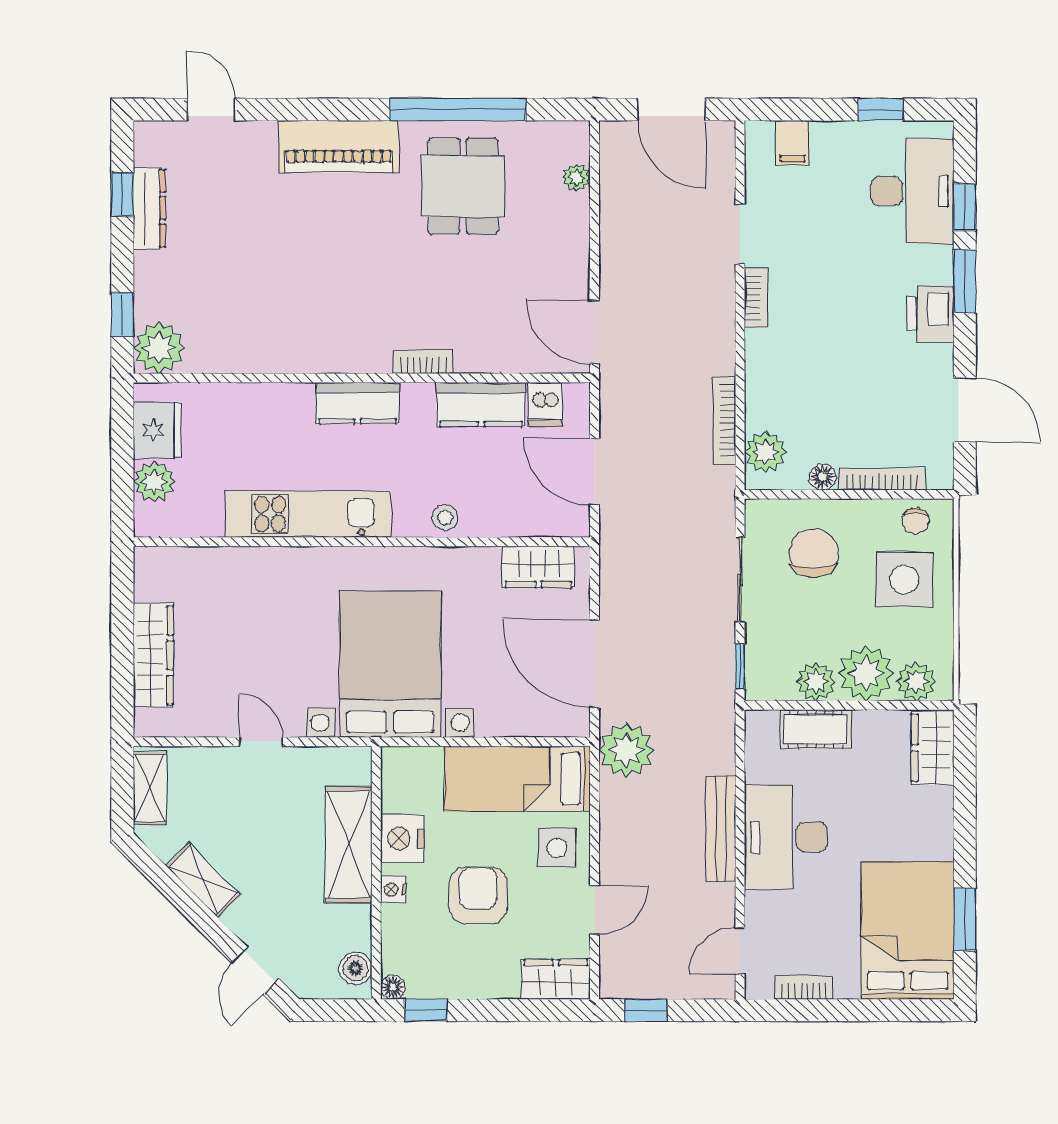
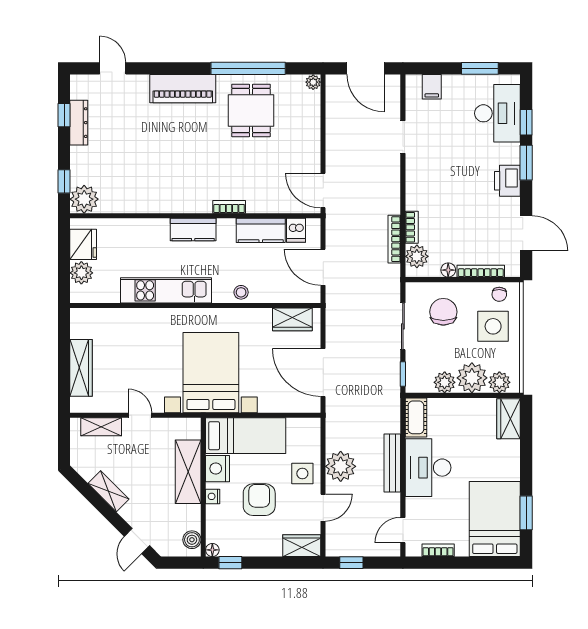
window: (880, 110) -> (480, 68), width x1.50
plant: (577, 178) -> (313, 82), moved
bookcase: (756, 298) -> (412, 227), moved
cot: (816, 729) -> (416, 417), moved, turned 90
plant: (627, 750) -> (341, 466), moved
bed: (517, 779) -> (246, 436), moved, turned 180
shelving: (150, 788) -> (101, 427), moved, turned 90

